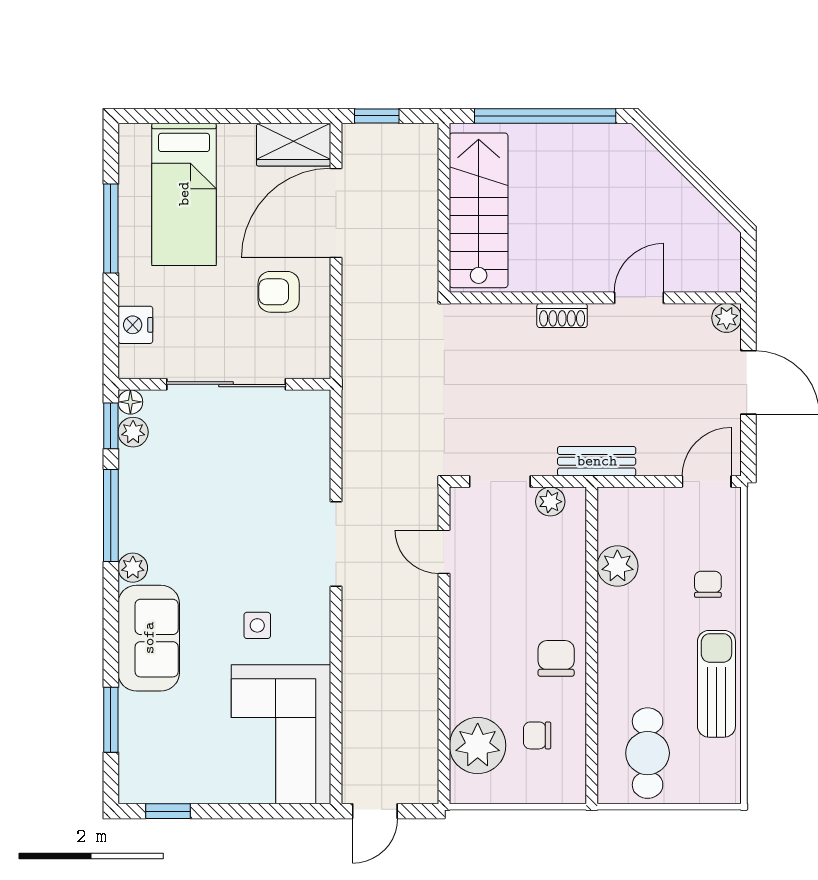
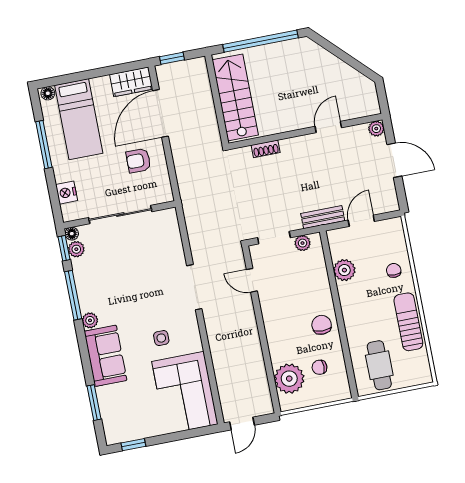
floor lamp: (136, 136) -> (48, 93), added
shoe rack: (562, 315) -> (266, 149), moved
door: (707, 482) -> (361, 221), moved

